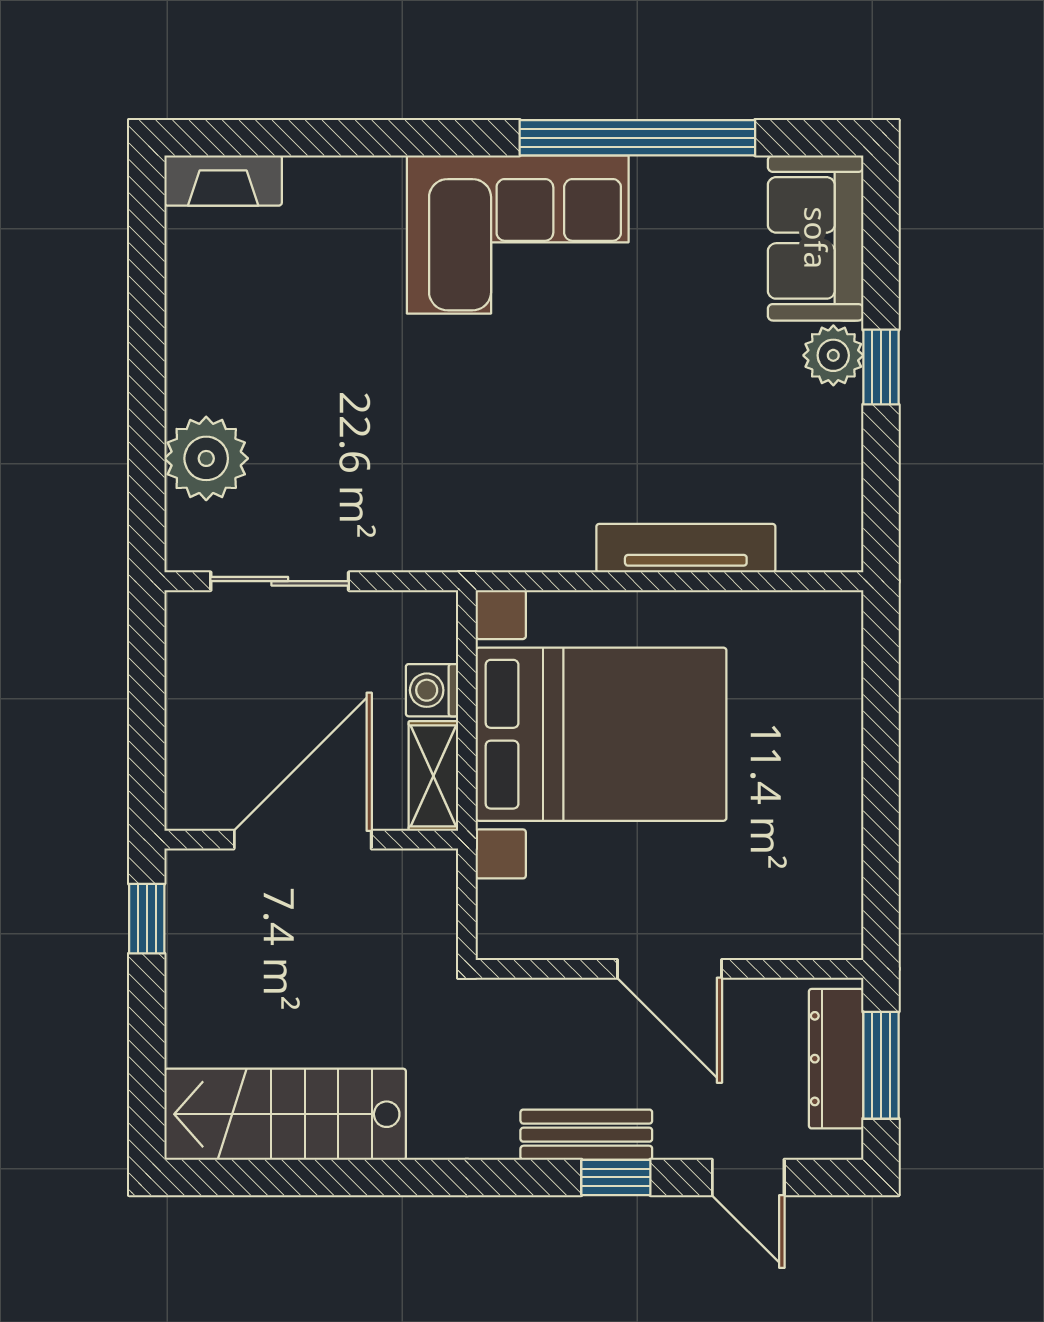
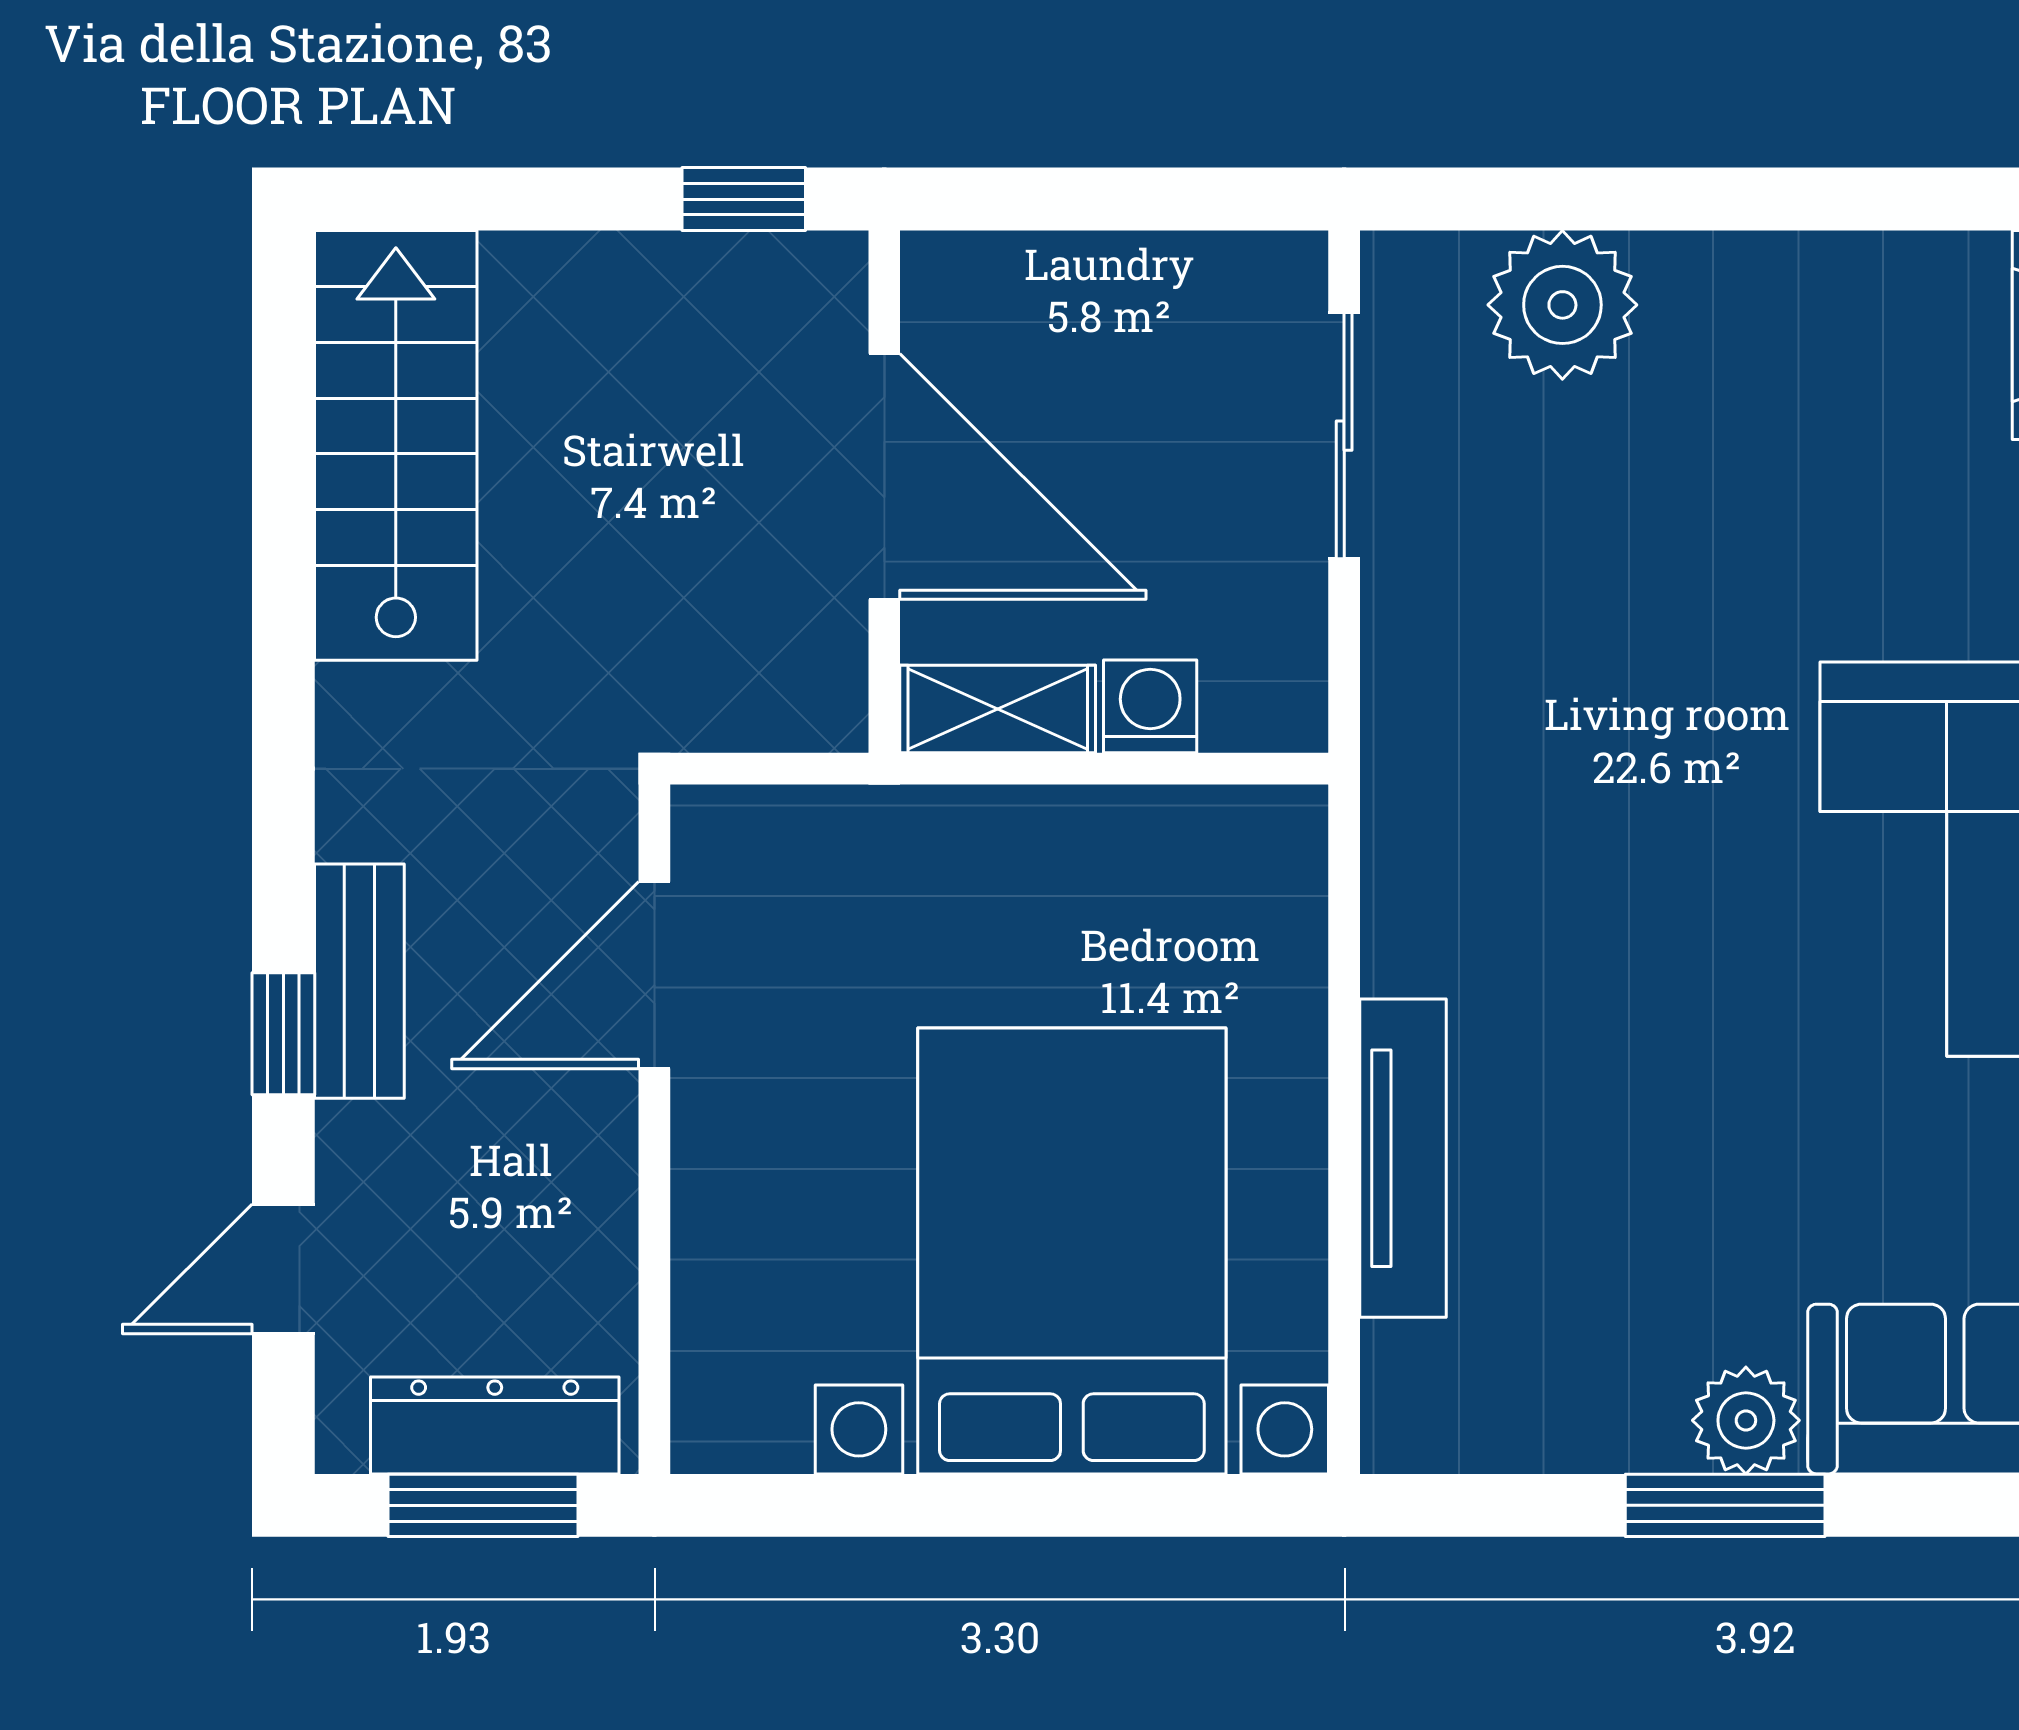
window: (881, 367) -> (1725, 1505), width x1.50
bed with nightstands: (601, 734) -> (1072, 1251), moved, turned 180
door: (670, 969) -> (654, 975), moved

